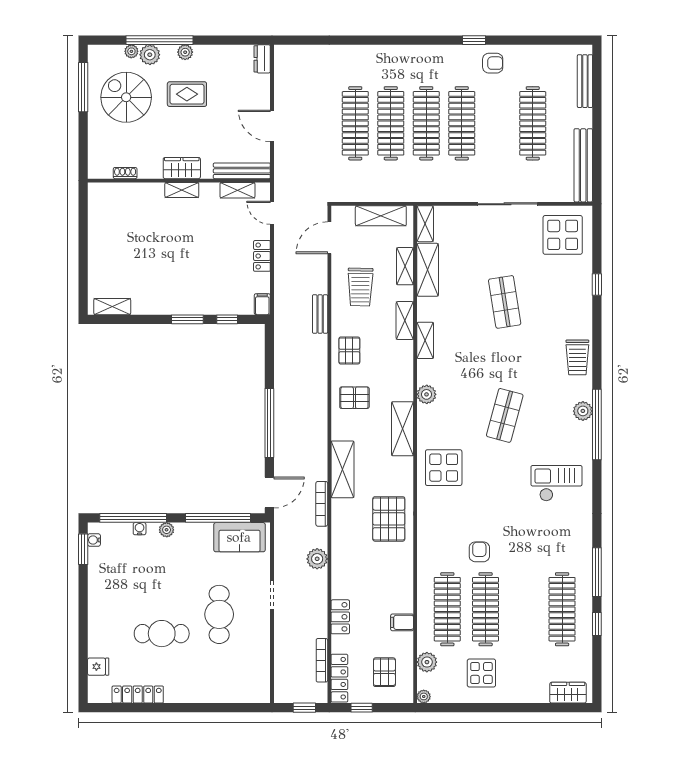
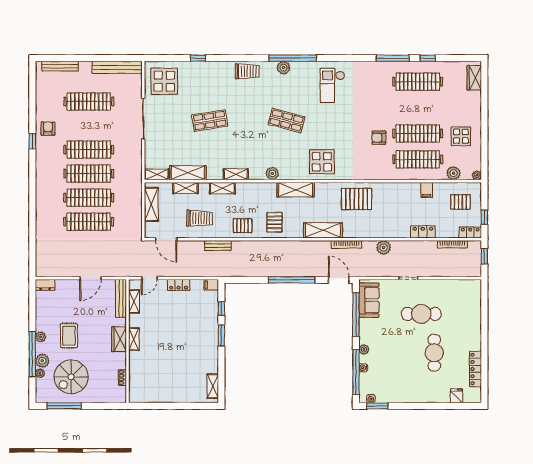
locker: (339, 678) -> (470, 232), width x0.66

